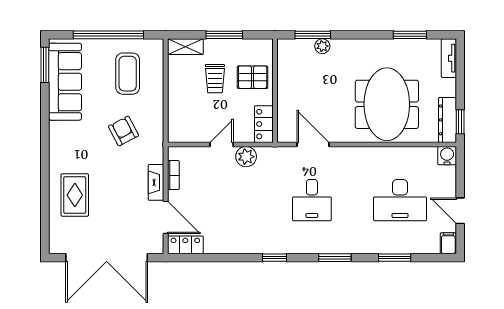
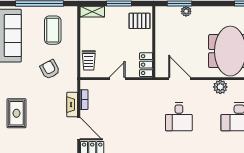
pallet: (253, 77) -> (140, 21), moved
trolley: (215, 79) -> (89, 60), moved
plant: (246, 157) -> (220, 87), moved

